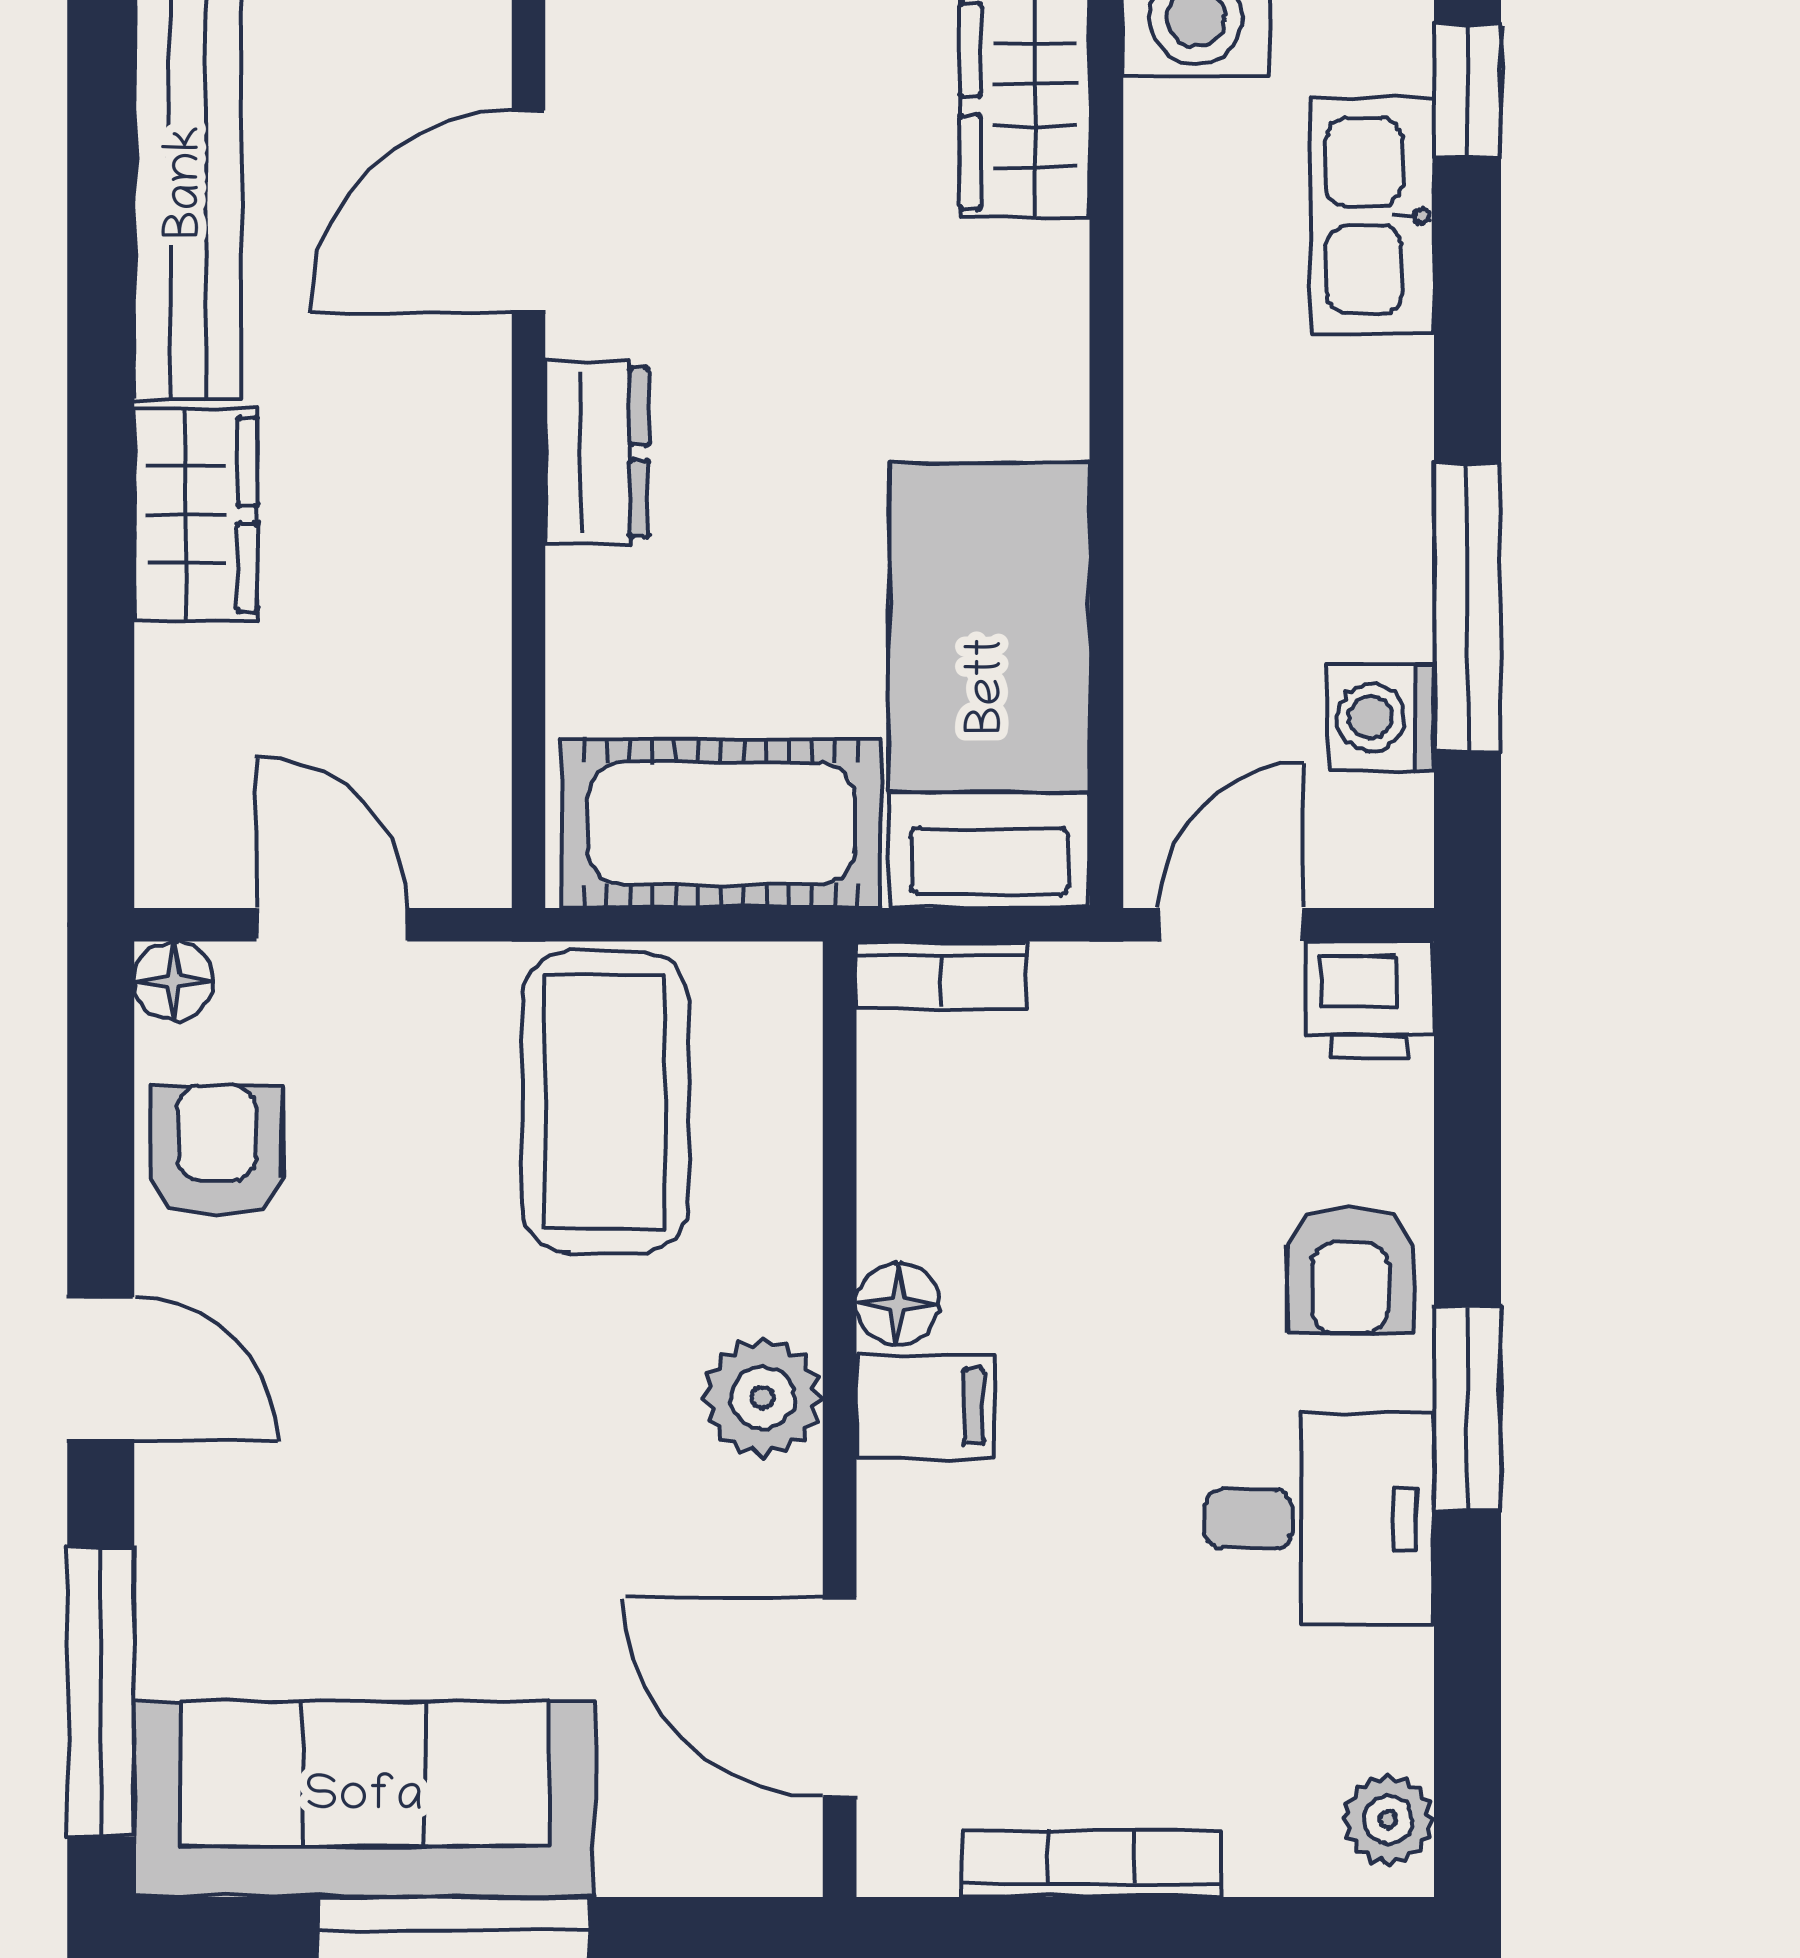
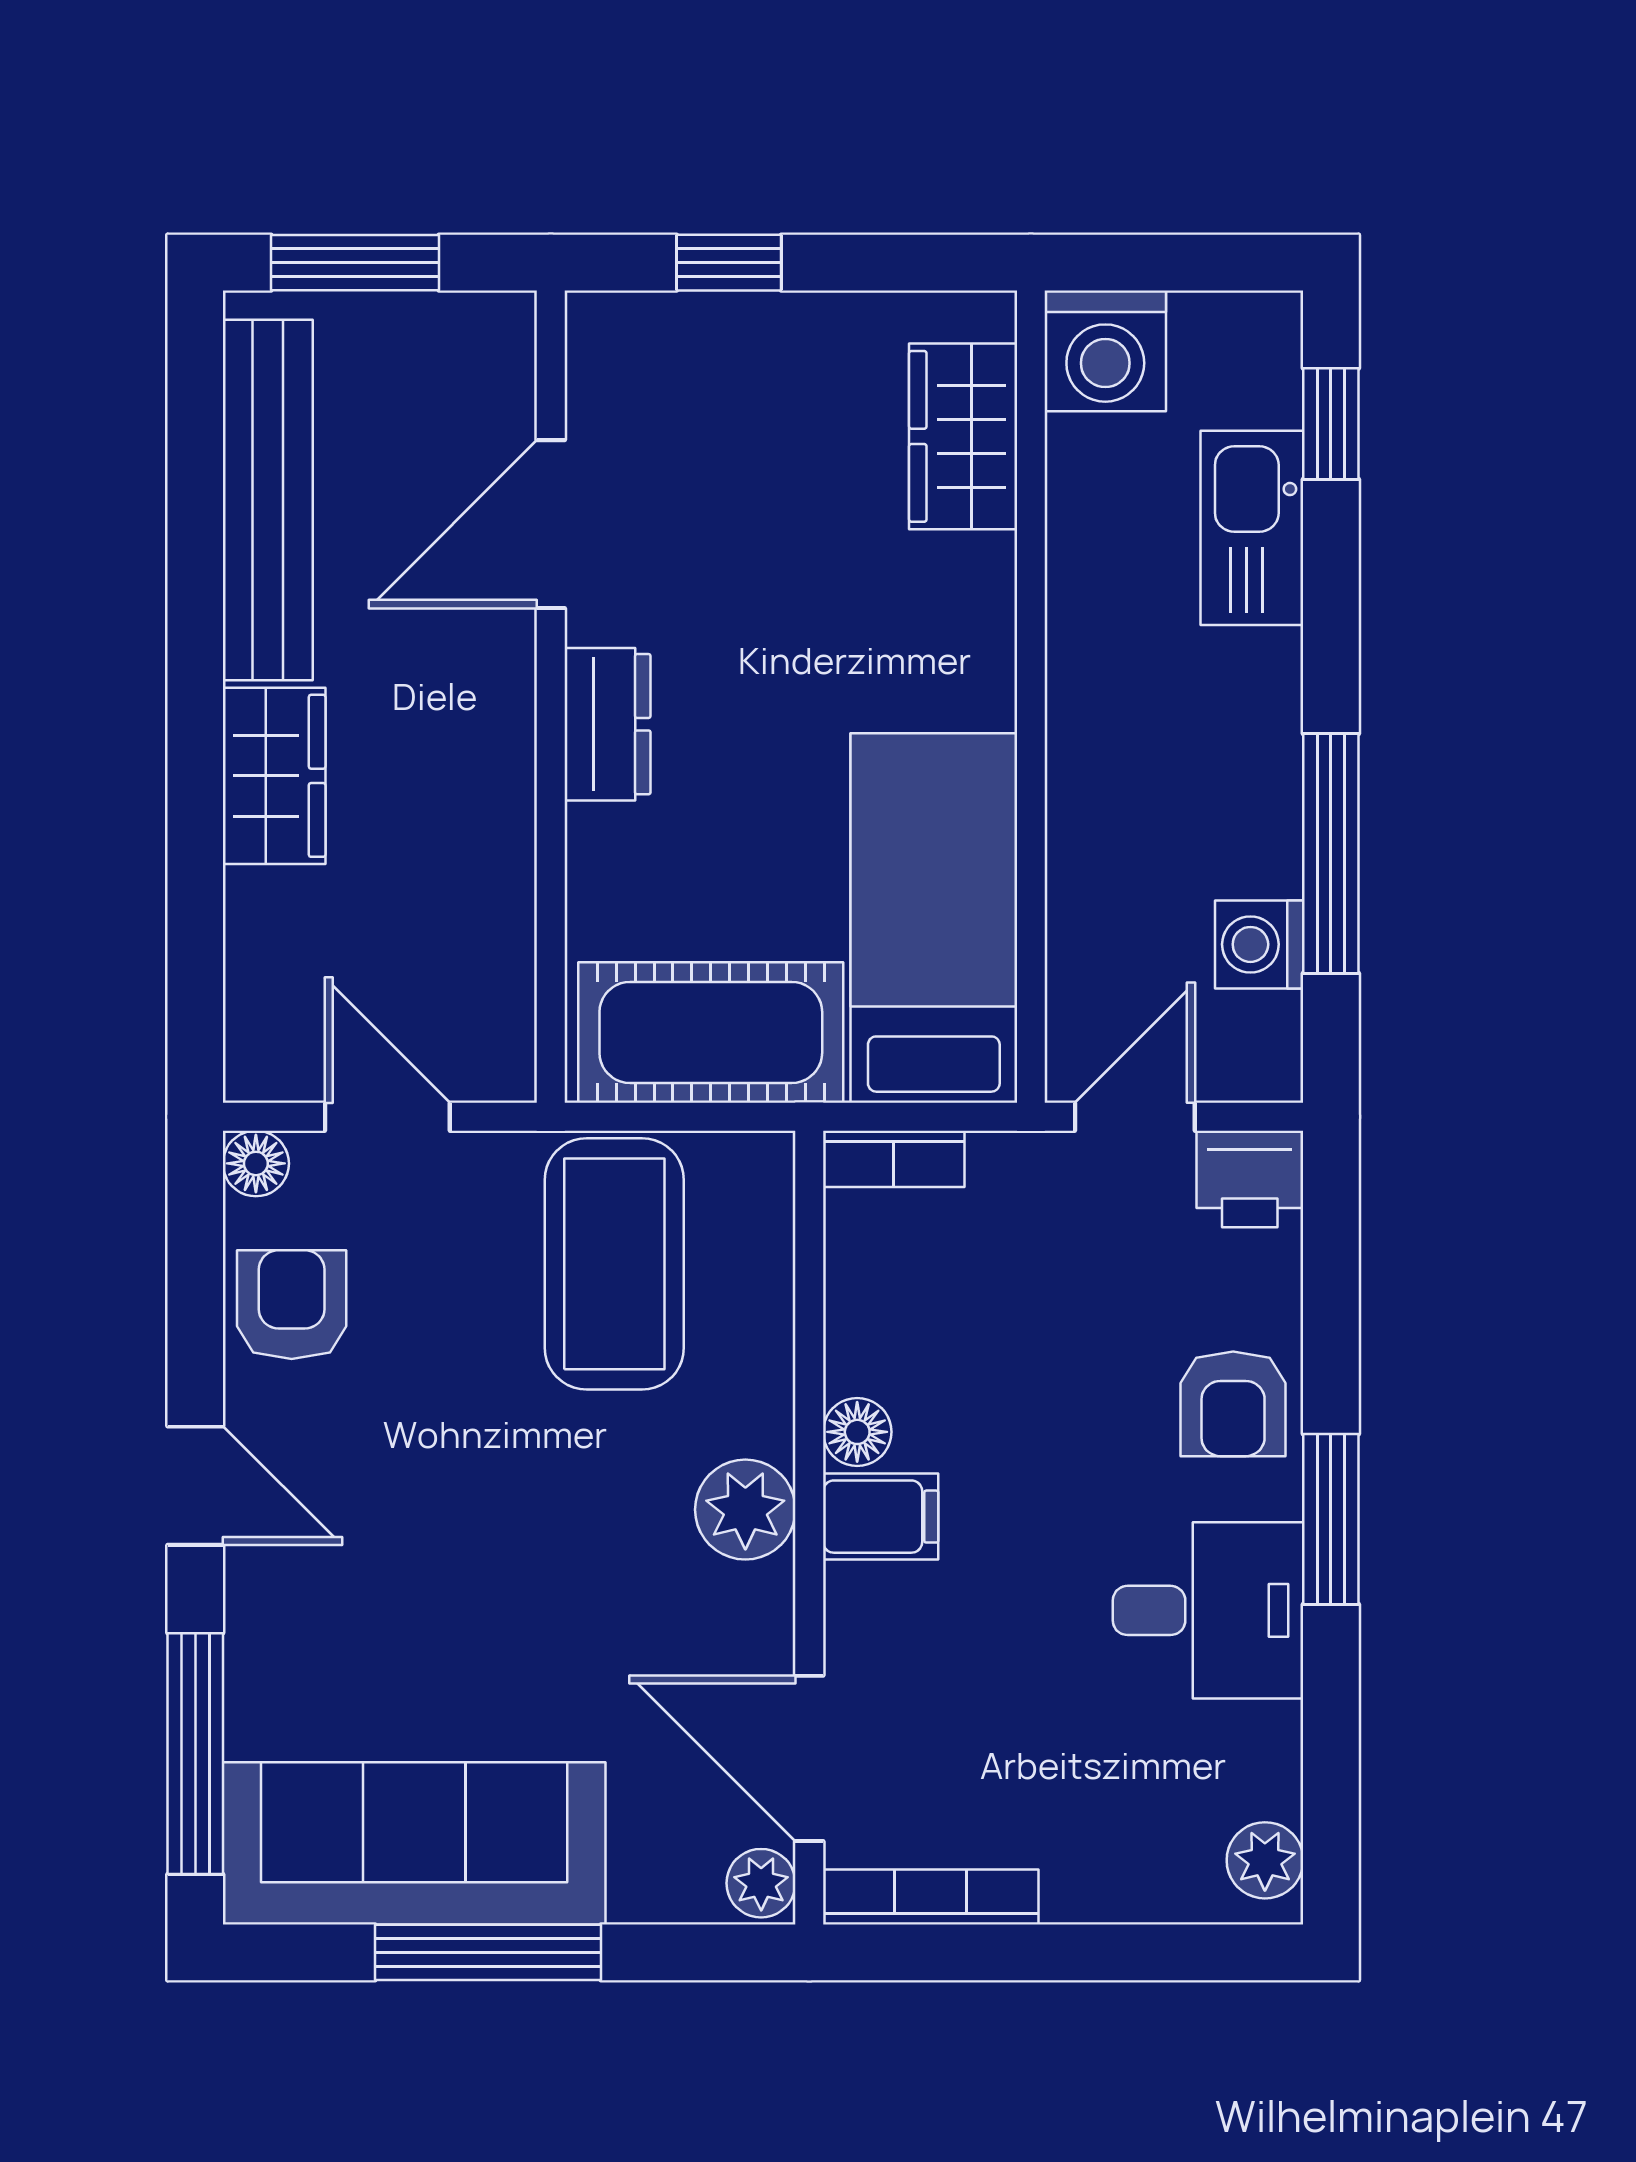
plant: (782, 1847) -> (761, 1883), added
bookcase: (1092, 1864) -> (931, 1897), moved

